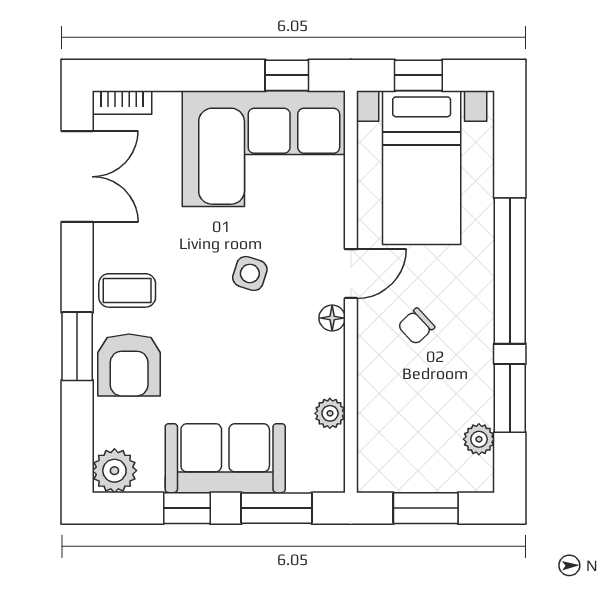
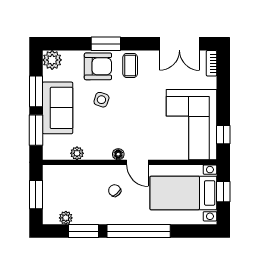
side table: (250, 273) -> (101, 100), moved
armchair: (129, 365) -> (98, 66), turned 180
window: (187, 508) -> (36, 91), width x1.50

